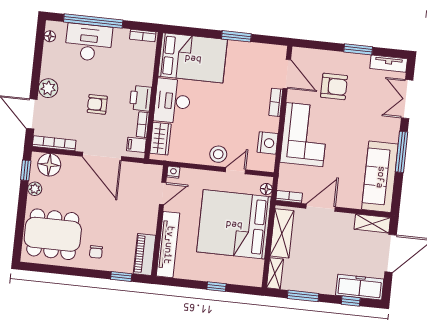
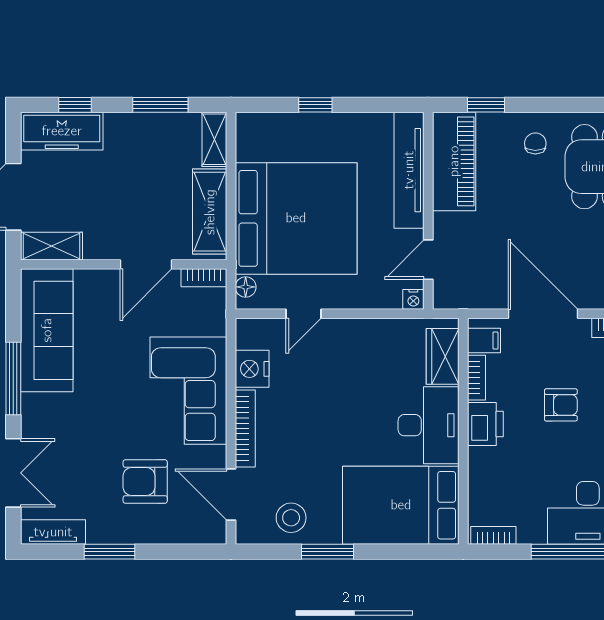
bookcase: (276, 102) -> (245, 428), width x1.56
stool: (218, 154) -> (291, 518), moved
piano: (144, 254) -> (454, 161), width x1.37, depth x1.33

